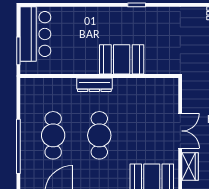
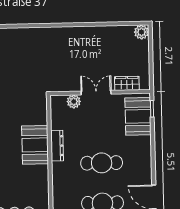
dresser: (94, 85) -> (57, 146), moved
plant: (171, 105) -> (74, 102), added

